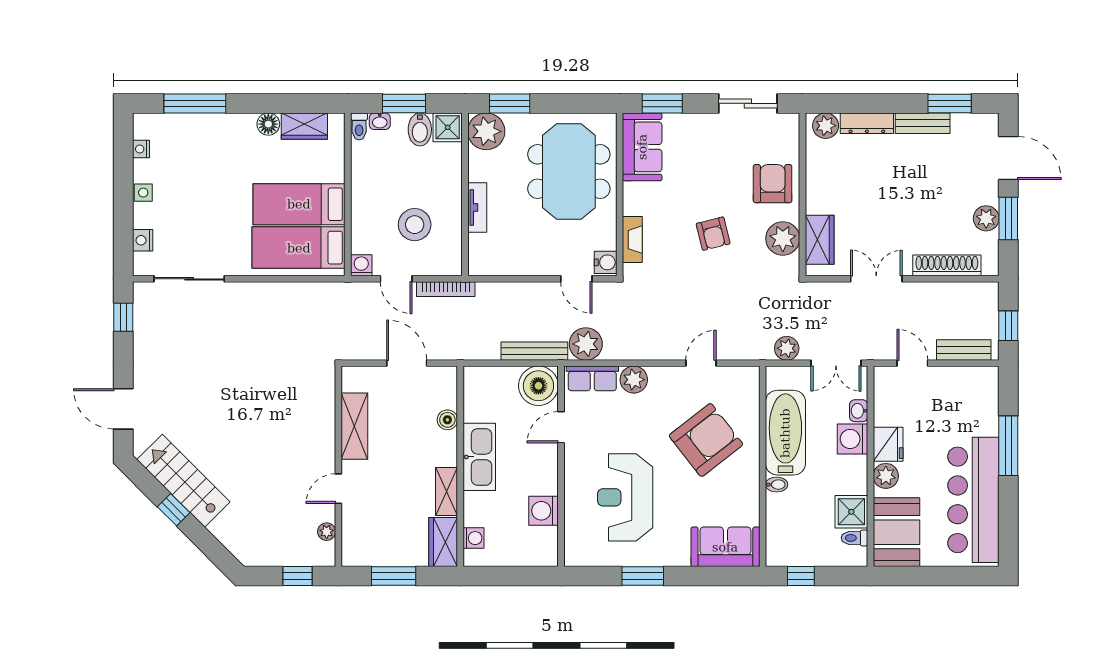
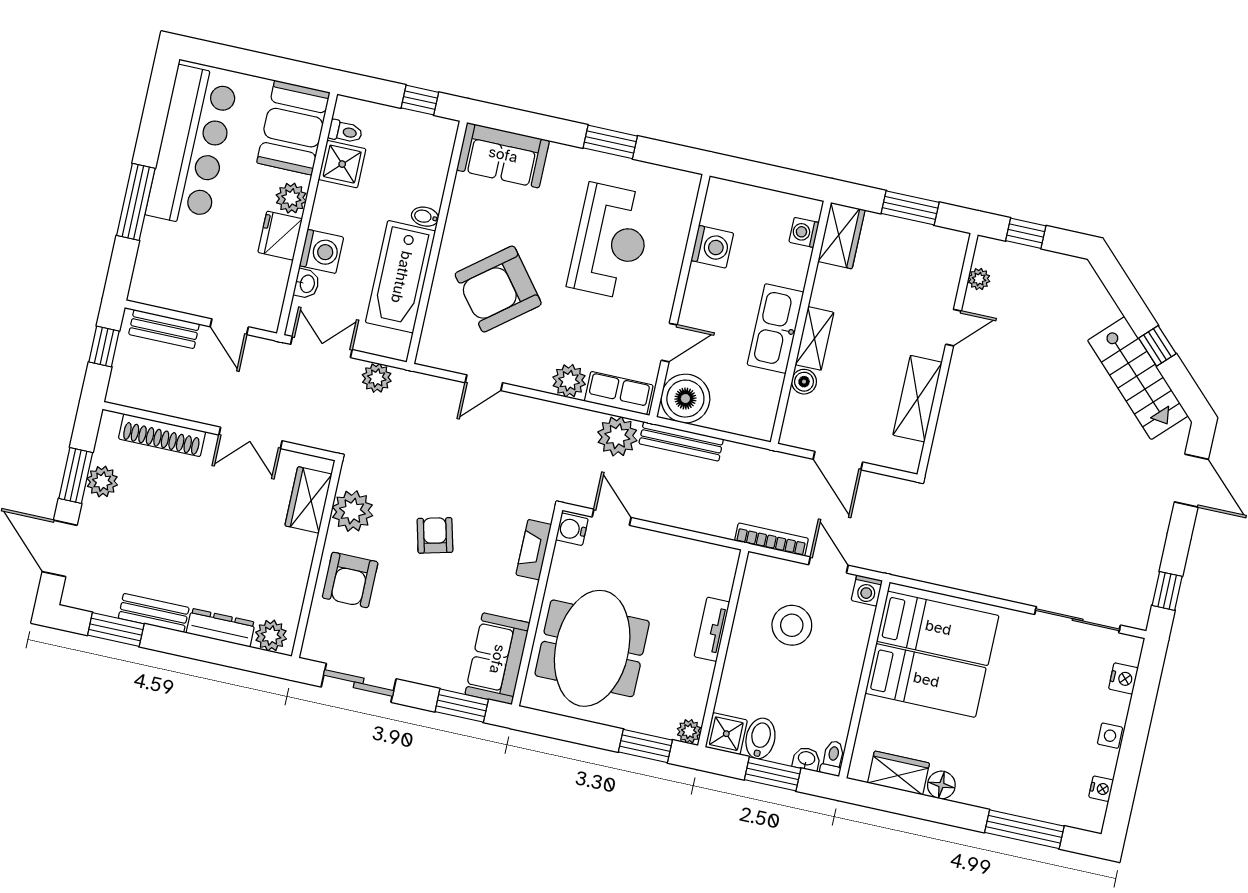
plant: (486, 131) -> (689, 731), width x0.53, depth x0.53
shelving: (447, 491) -> (815, 338), moved

